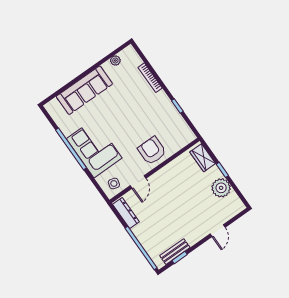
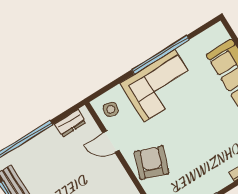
armchair: (152, 151) -> (152, 163), turned -70
dresser: (126, 213) -> (70, 123), width x0.70

